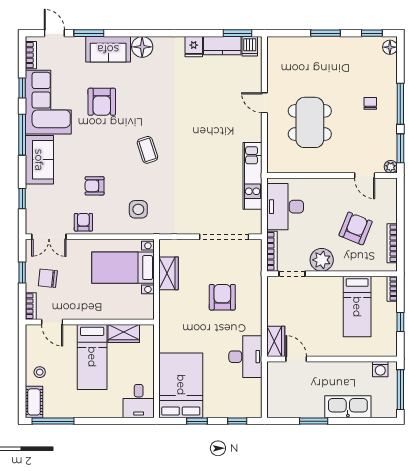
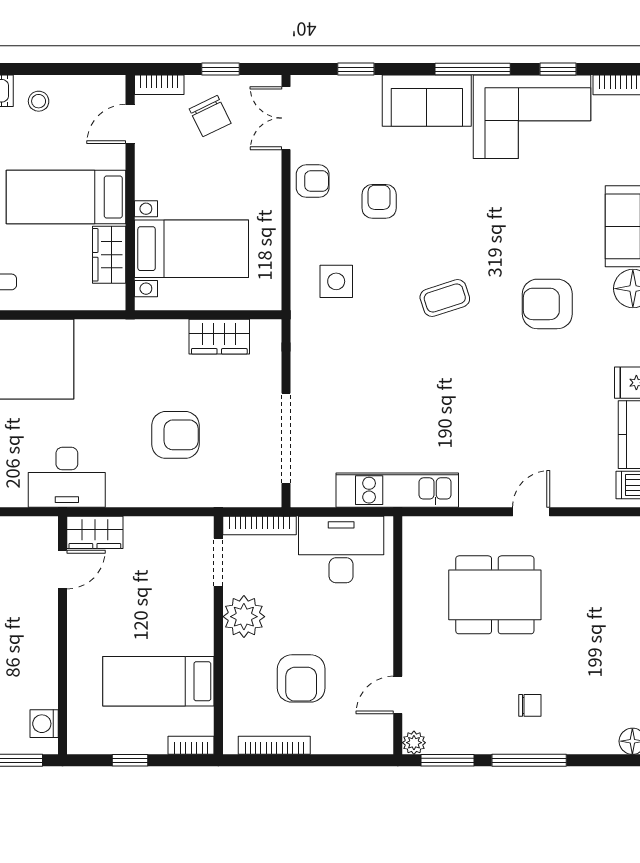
armchair: (102, 102) -> (547, 304), moved
armchair: (356, 228) -> (301, 678), turned 68
bed with nightstands: (123, 268) -> (191, 249), moved, turned 90
chair: (48, 278) -> (210, 116), turned 148

